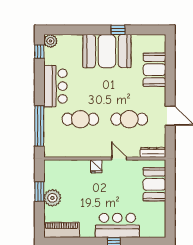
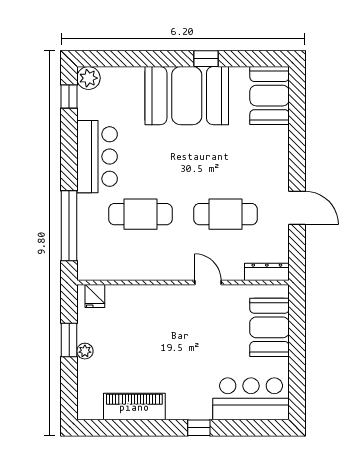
booth: (154, 70) -> (270, 96), moved
fridge: (96, 166) -> (95, 296), moved
plant: (52, 198) -> (85, 351), width x0.53, depth x0.53
bar counter: (117, 225) -> (251, 399), moved
piano: (62, 230) -> (134, 407), moved

